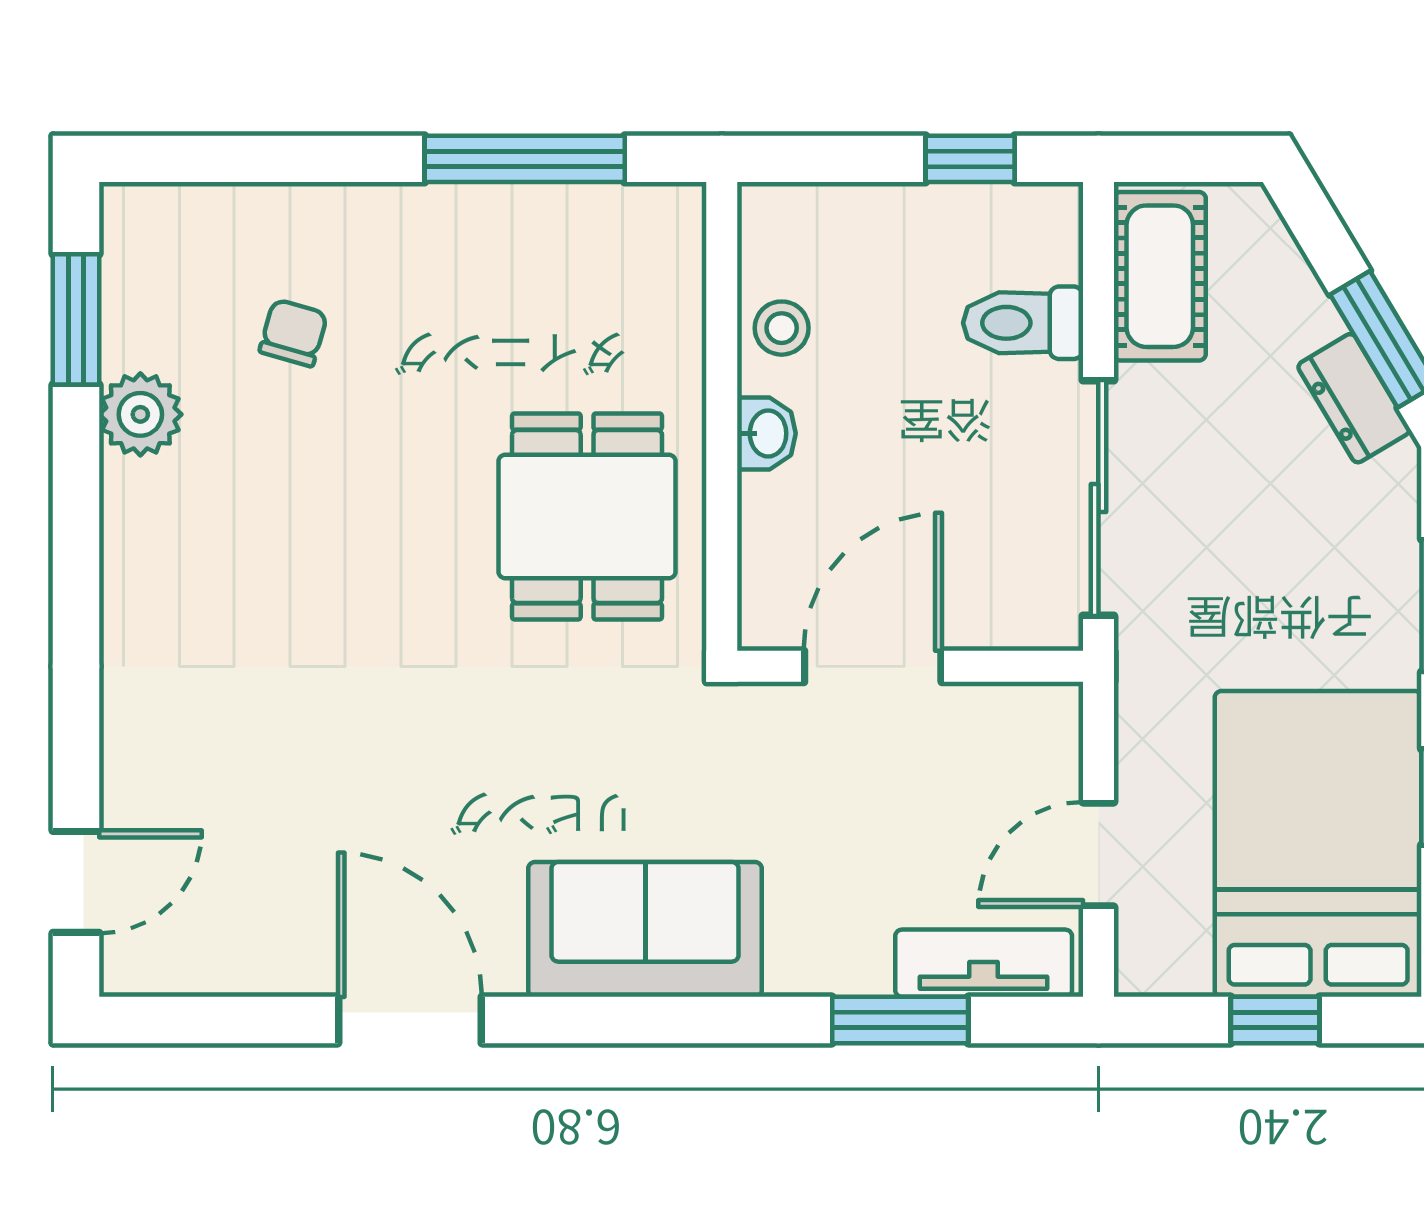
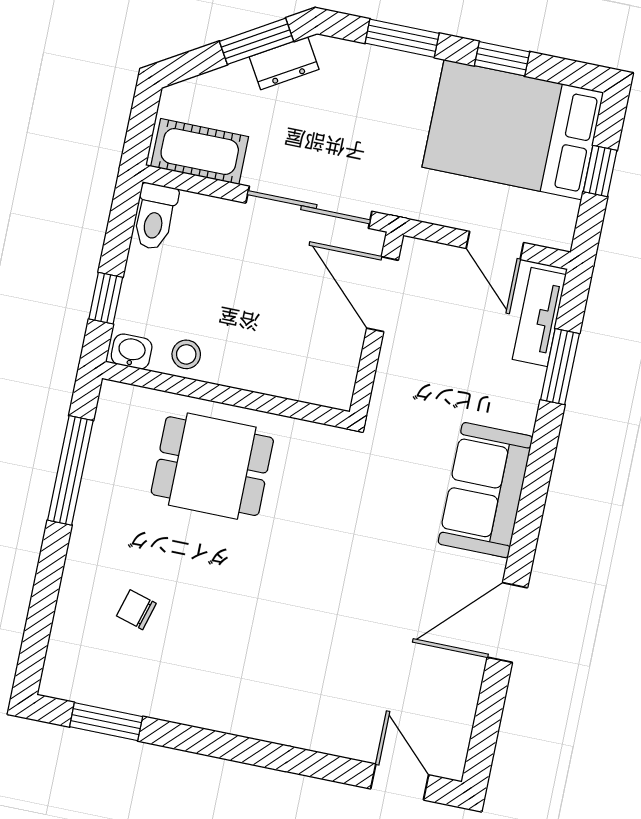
window: (970, 159) -> (106, 298), moved
toilet: (1023, 323) -> (155, 217), moved
plant: (140, 414) -> (163, 698), removed
washbasin: (766, 433) -> (132, 351), moved
dining table: (587, 516) -> (212, 466), moved
door: (873, 666) -> (383, 294), moved

